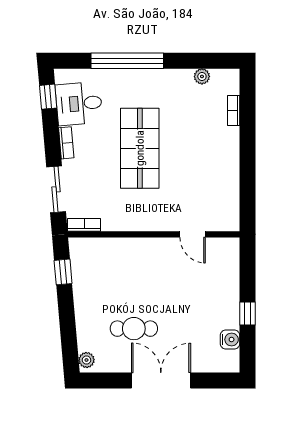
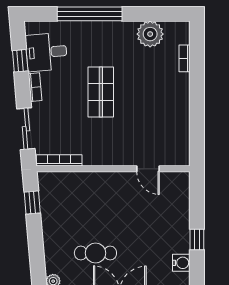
plant: (202, 76) -> (150, 34), width x1.88, depth x1.88
window: (48, 97) -> (20, 61), moved
shop shelf: (140, 148) -> (101, 92), width x0.70, depth x0.74
bookcase: (84, 225) -> (59, 160), width x1.56

